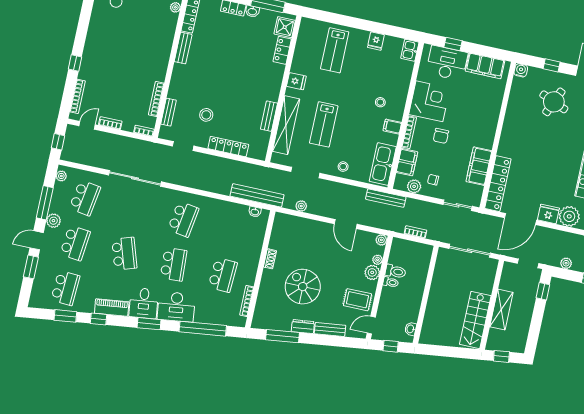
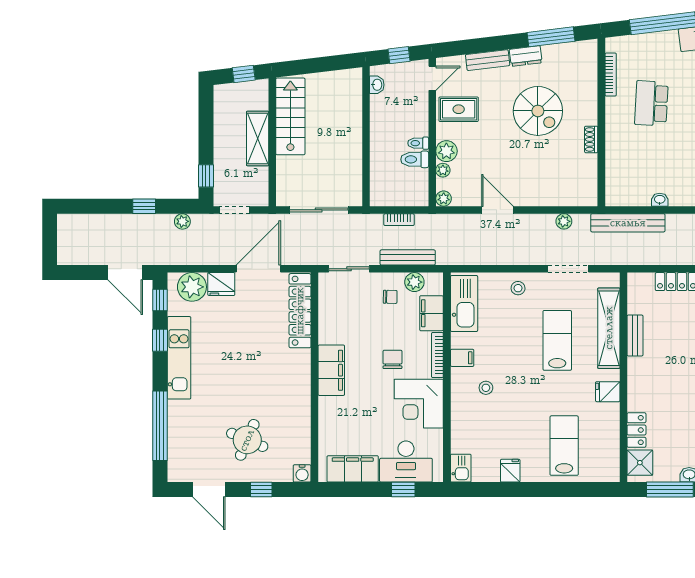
filing cabinet: (479, 166) -> (331, 370), moved
bench: (386, 198) -> (408, 257), moved
washbasin: (255, 212) -> (660, 200), moved

